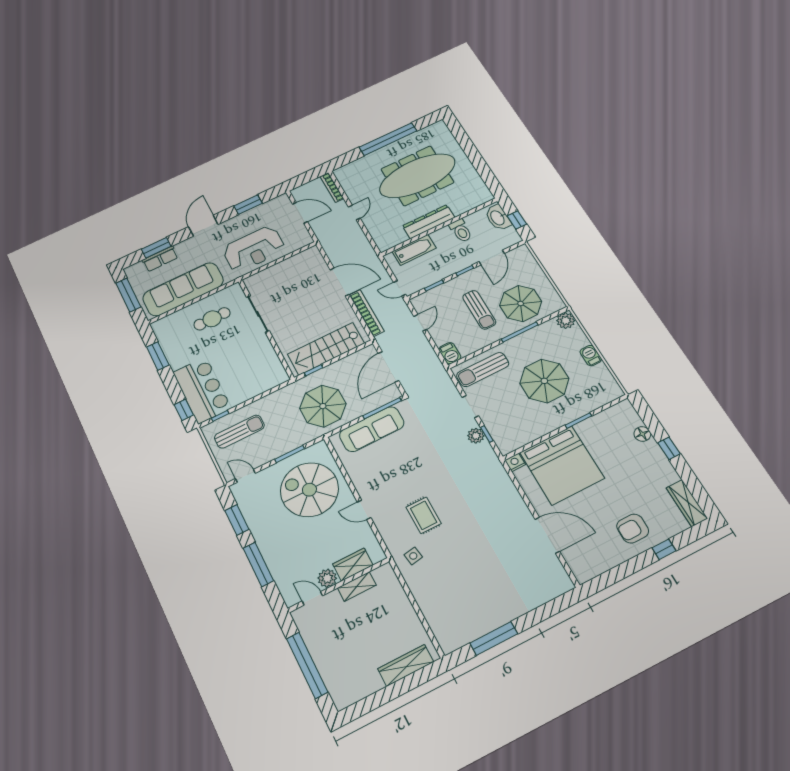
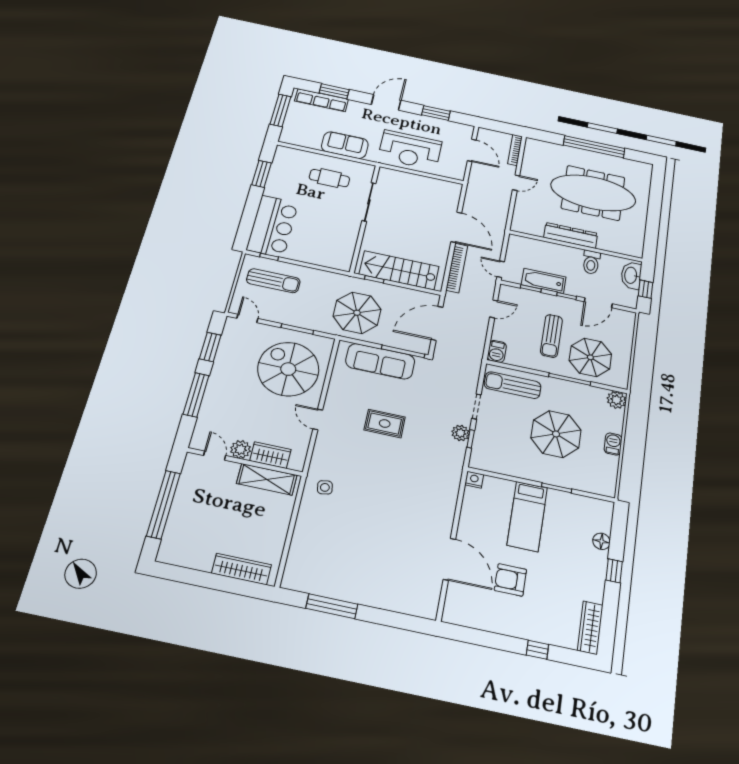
bathtub: (414, 250) -> (544, 281), moved, turned 180
row of seats: (160, 259) -> (322, 100), width x1.48
sofa: (183, 289) -> (345, 145), width x0.54, depth x0.79
window: (184, 410) -> (245, 230), removed
bed: (562, 465) -> (527, 516), width x0.49
rug: (424, 515) -> (385, 424), moved, turned 90
armchair: (633, 529) -> (510, 580), moved
shelving: (357, 586) -> (267, 479), width x1.50, depth x1.33

